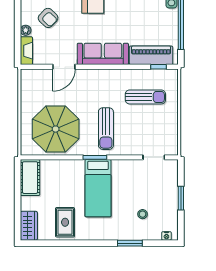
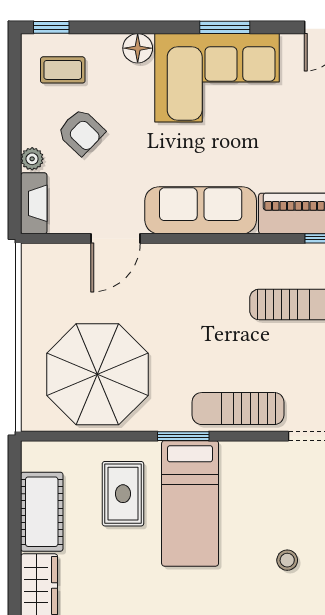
sun lounger: (106, 129) -> (238, 409), moved, turned 90
cot: (30, 178) -> (42, 512), moved
rug: (65, 222) -> (123, 494), moved

